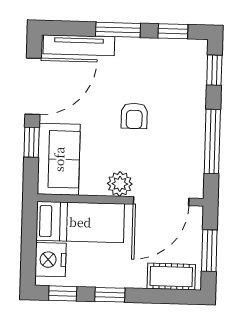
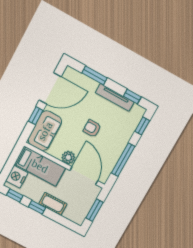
window: (118, 30) -> (94, 75), moved
tv unit: (79, 45) -> (115, 97), moved
armchair: (134, 116) -> (92, 128), turned 90
door: (161, 201) -> (84, 176), swing flipped
cot: (171, 276) -> (53, 204), moved

